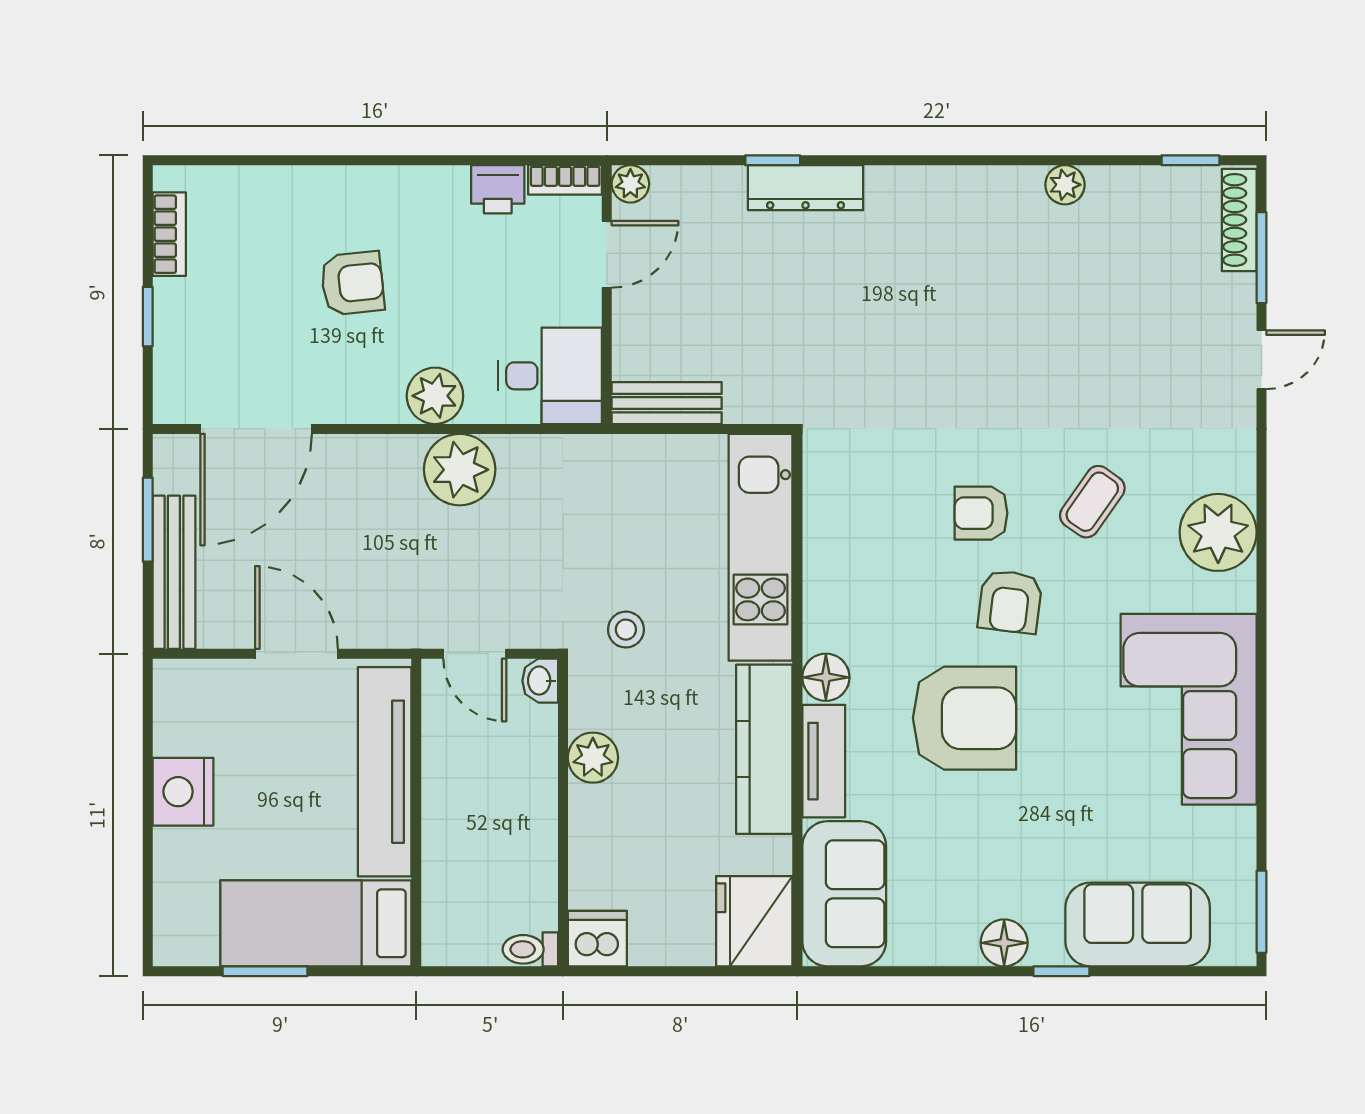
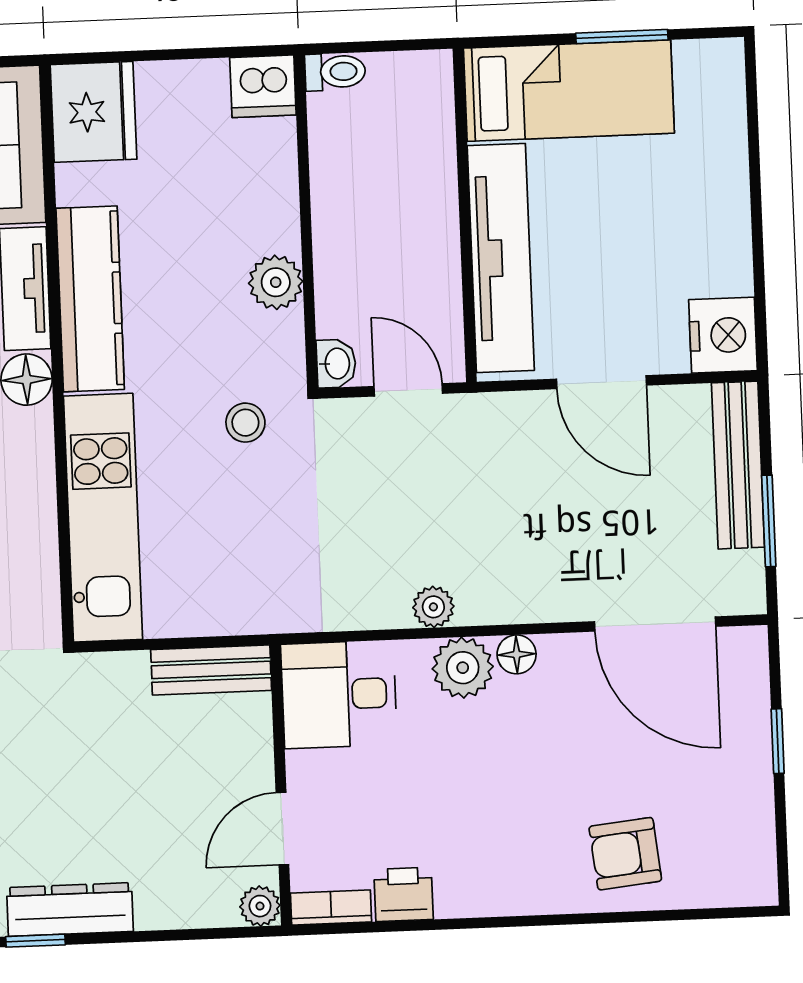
window: (773, 160) -> (36, 941), moved
bookcase: (169, 234) -> (758, 831), removed
armchair: (352, 283) -> (625, 854), moved
floor lamp: (385, 406) -> (517, 654), added
door: (256, 429) -> (655, 624), swing flipped
plant: (460, 470) -> (433, 607), width x0.53, depth x0.53
nightstand: (183, 792) -> (723, 335), moved

